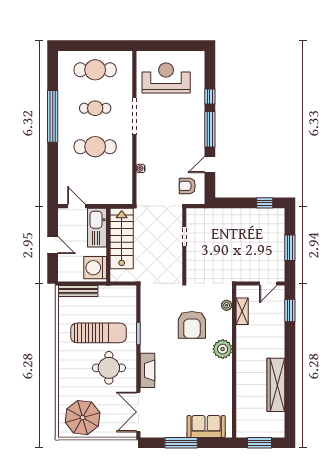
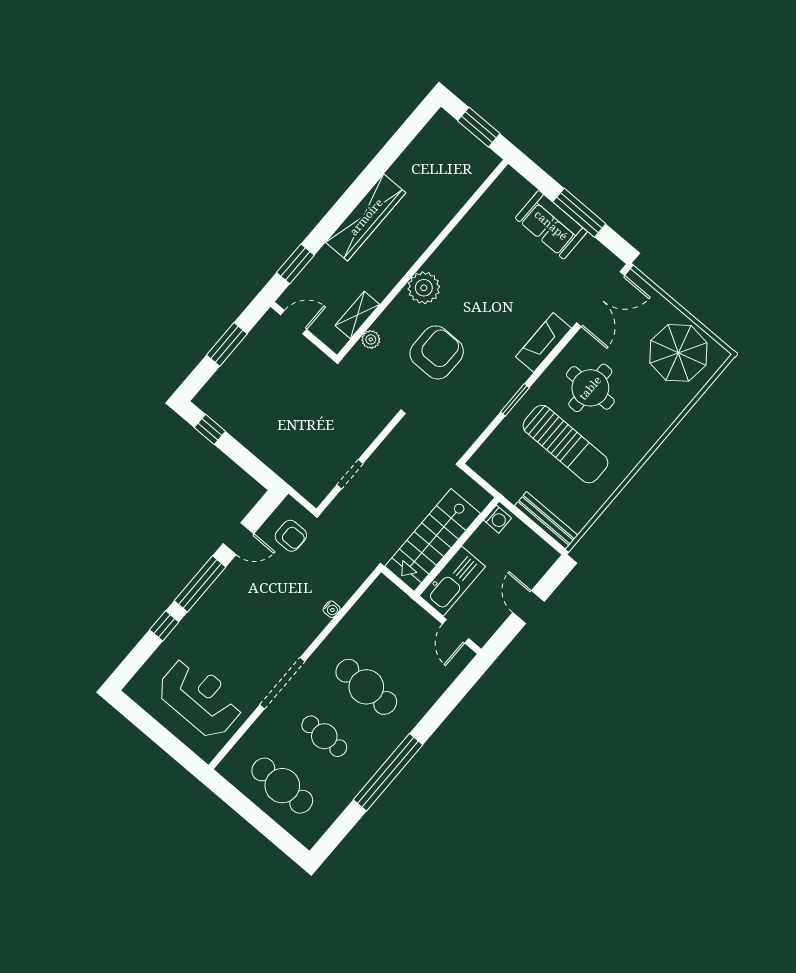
reception desk: (166, 78) -> (200, 698), turned 180
washing machine: (95, 268) -> (498, 519), width x0.53, depth x0.53
sun lounger: (99, 333) -> (565, 444), turned 180
wardrobe: (276, 385) -> (366, 217), moved
sofa: (206, 426) -> (551, 225), moved

